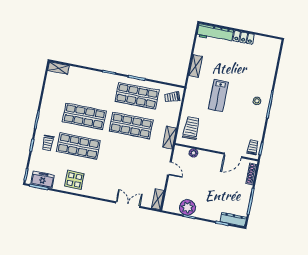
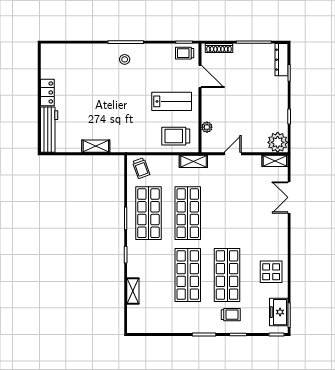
shelving: (59, 68) -> (133, 291), moved
lab bench: (218, 96) -> (172, 101), moved
plant: (187, 207) -> (278, 142), moved

